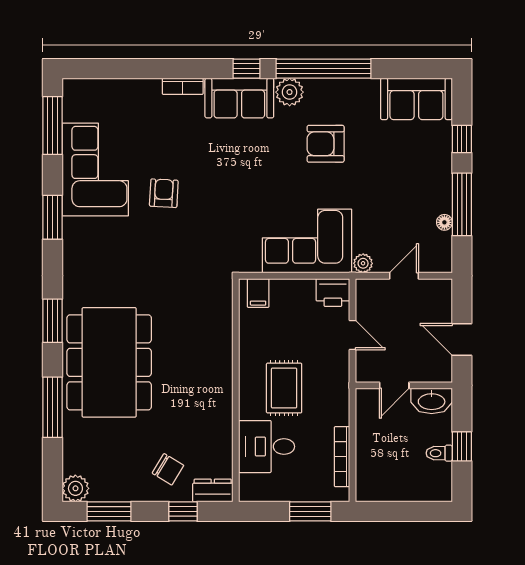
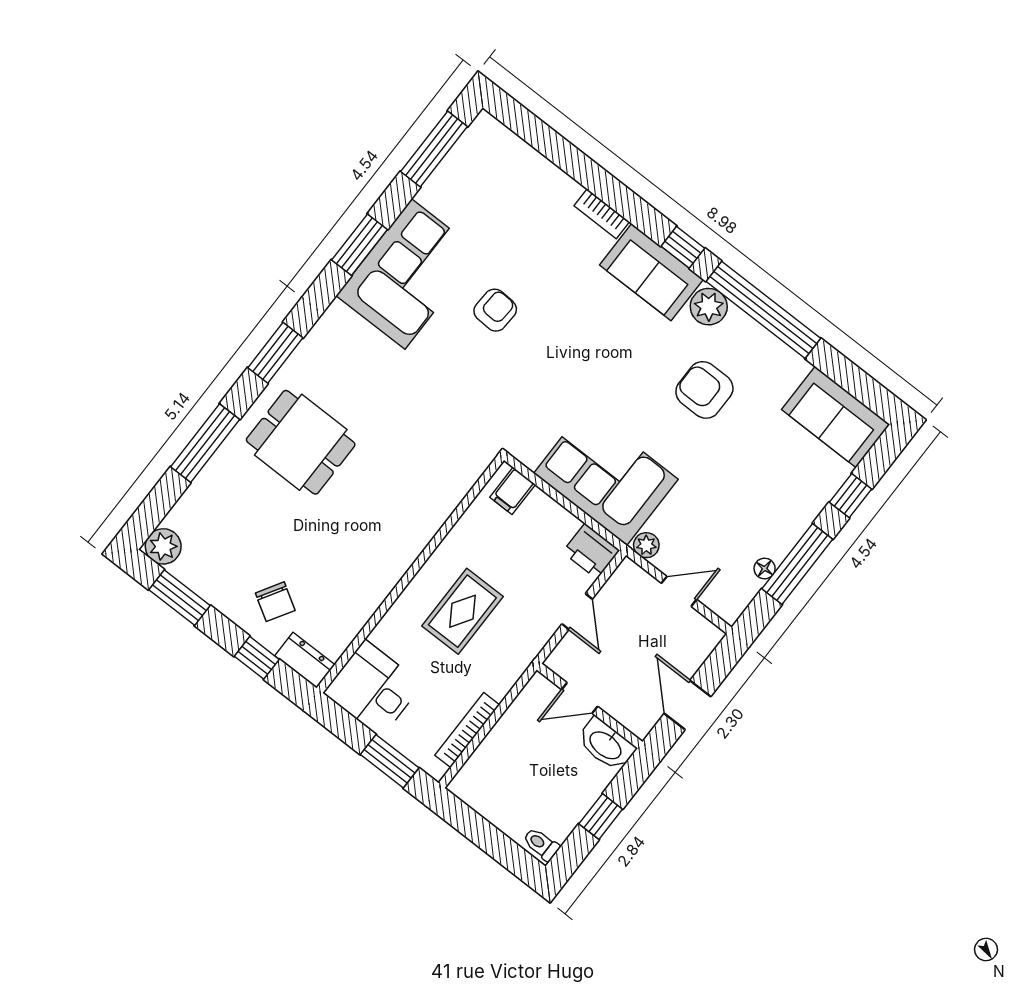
corner sofa: (95, 170) -> (408, 274), moved
dining table: (109, 362) -> (301, 442), width x0.53, depth x0.80
desk: (267, 447) -> (373, 689), moved
toilet: (439, 453) -> (541, 844), moved

